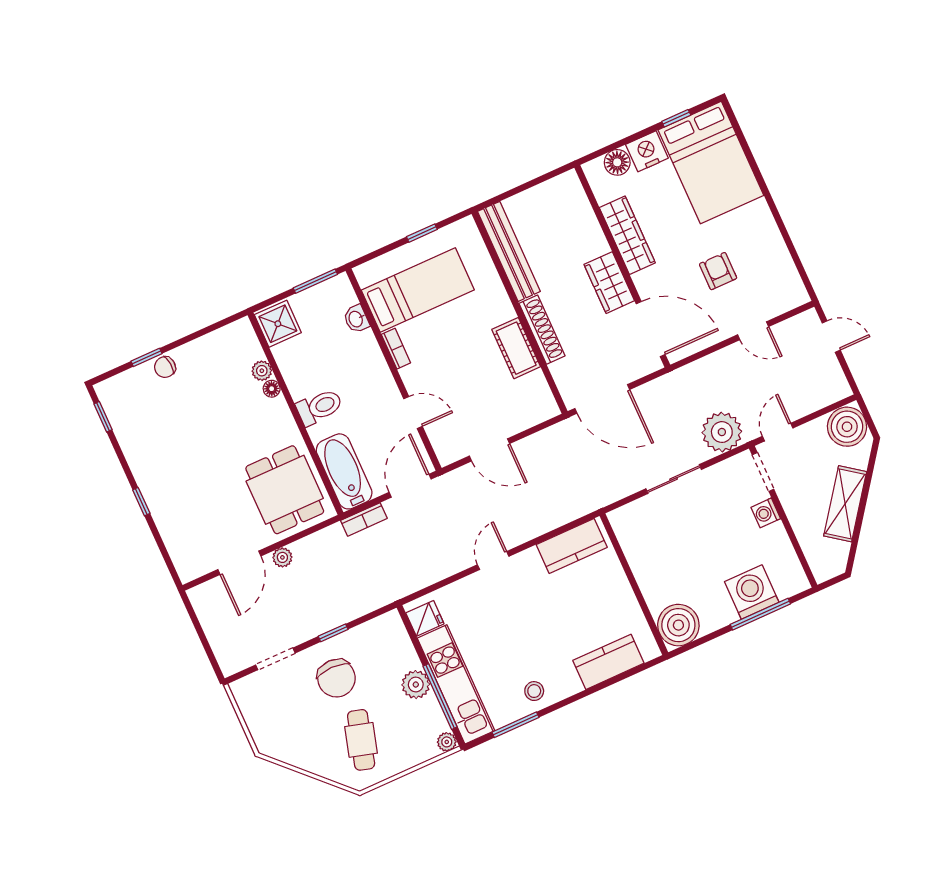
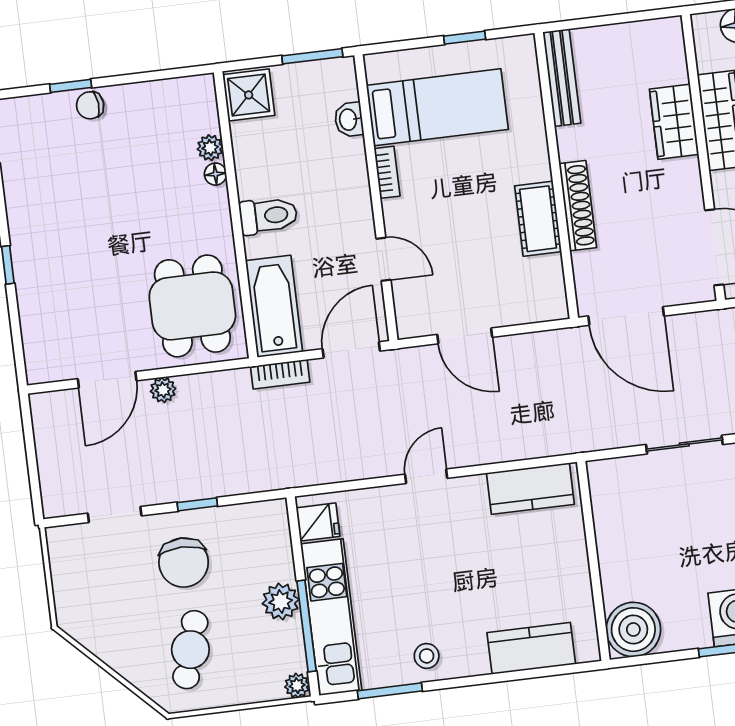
bench: (509, 251) -> (562, 78), width x0.73, depth x0.82
wardrobe: (609, 283) -> (674, 122), moved

